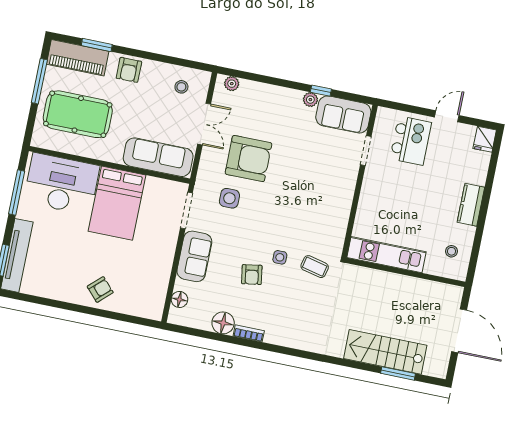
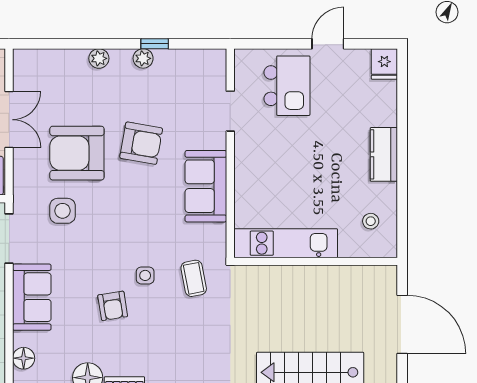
plant: (232, 84) -> (99, 58), moved
sofa: (343, 114) -> (206, 186), moved, turned 90
armchair: (248, 159) -> (77, 153), turned 180
armchair: (297, 161) -> (141, 143), added
coffee table: (315, 267) -> (194, 278), turned 66

